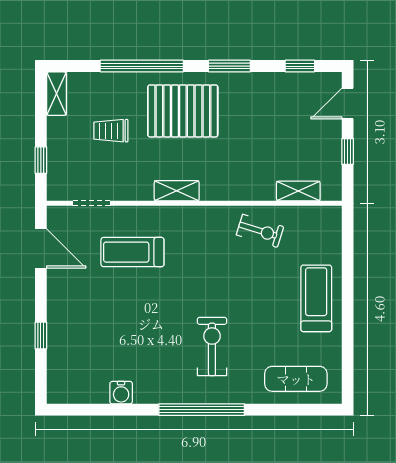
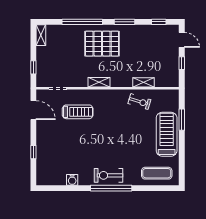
door: (348, 103) -> (182, 40), swing flipped
trolley: (111, 131) -> (67, 53), removed
shelving: (298, 191) -> (144, 82), moved
treadmill: (132, 252) -> (78, 112), turned 180
window: (348, 268) -> (182, 120), added
treadmill: (316, 298) -> (167, 134), width x1.37, depth x1.38
exercise bike: (212, 347) -> (109, 175), moved, turned -90

